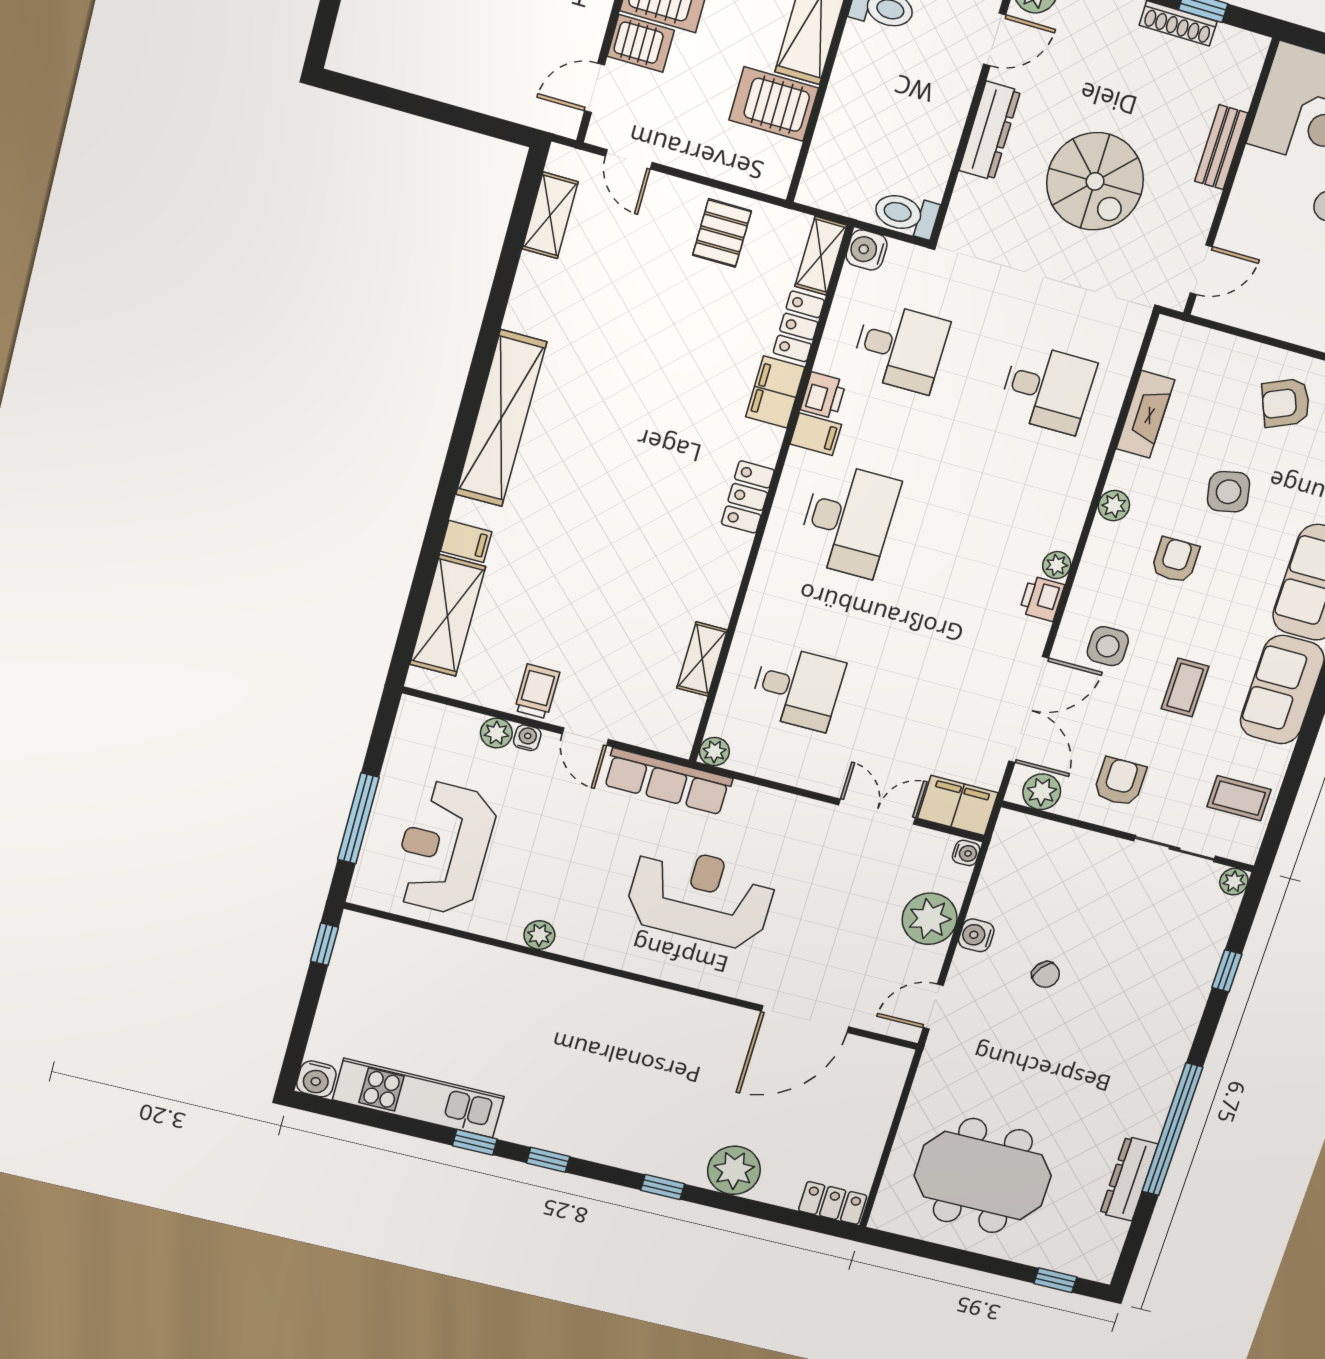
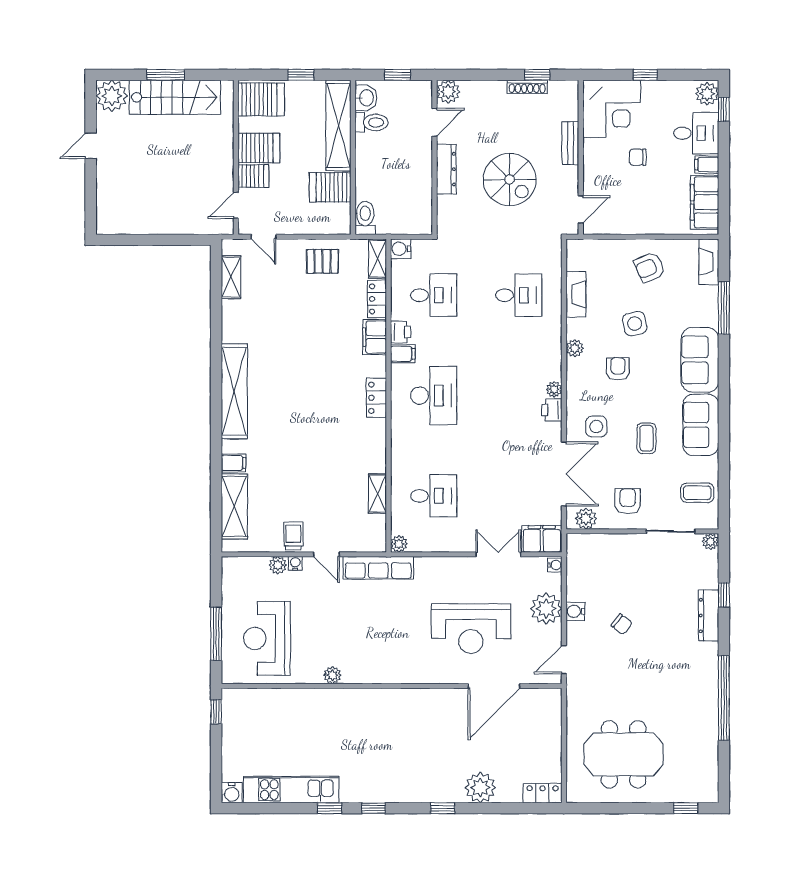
toilet: (906, 214) -> (365, 218), moved, turned 90
pallet: (722, 233) -> (323, 261), turned 90
reception desk: (701, 897) -> (471, 629), moved, turned 180
dresser: (1129, 1179) -> (709, 615), moved

